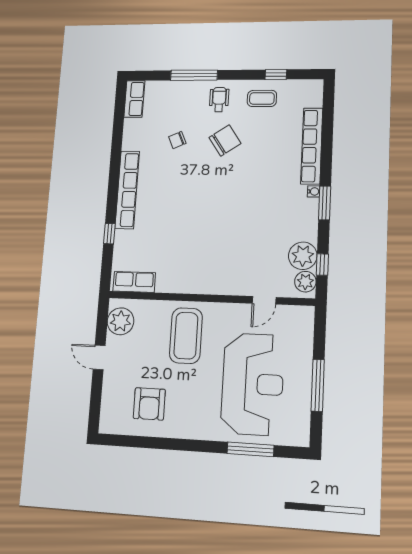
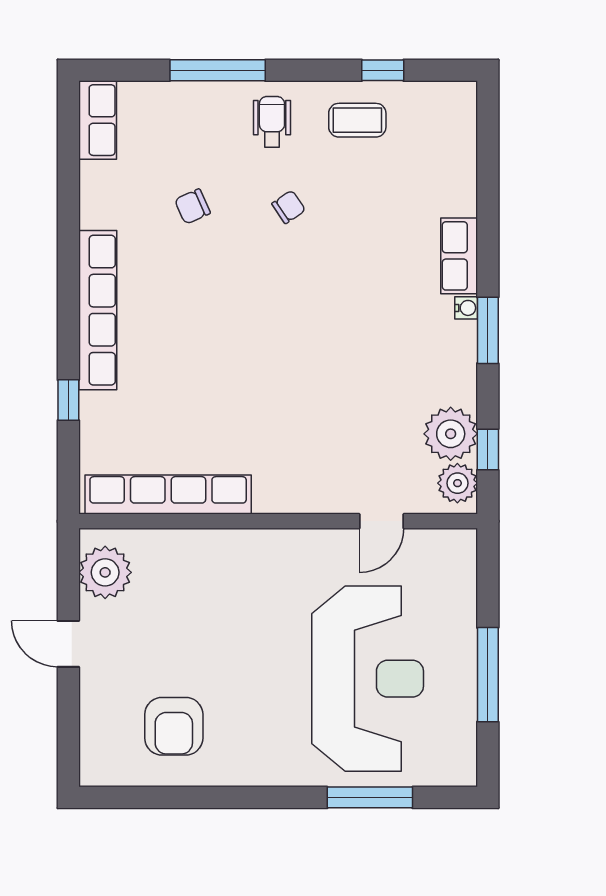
chair: (225, 140) -> (289, 207), width x0.54, depth x0.54
row of seats: (312, 146) -> (459, 256), width x0.50
row of seats: (134, 282) -> (168, 495), width x2.02
coffee table: (186, 336) -> (236, 594), removed

